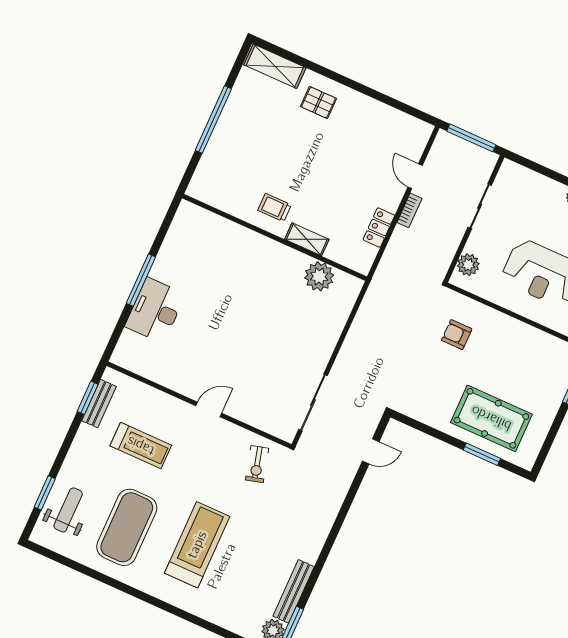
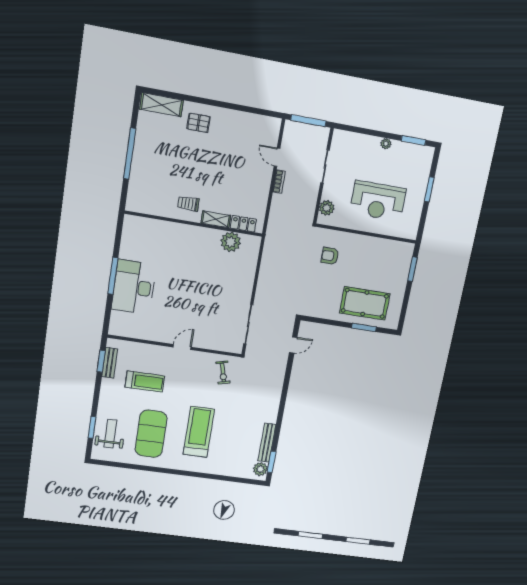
locker: (379, 228) -> (243, 224), moved, turned 90
desk: (155, 310) -> (134, 287), width x1.36, depth x1.30

